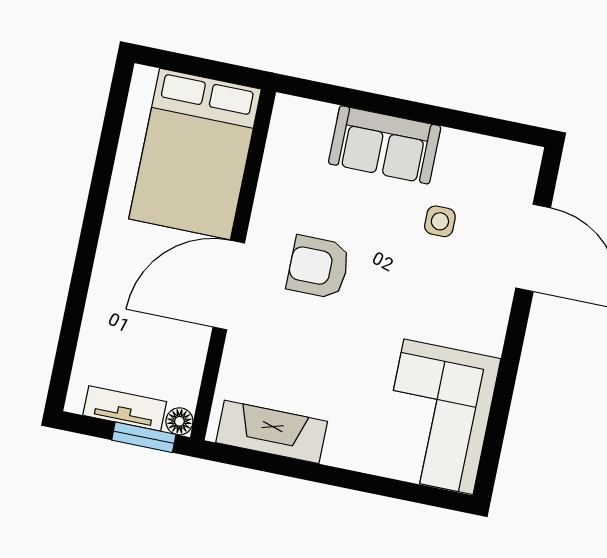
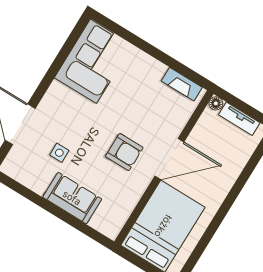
fireplace: (272, 432) -> (182, 84), width x0.73, depth x0.76
window: (144, 437) -> (235, 102), removed

